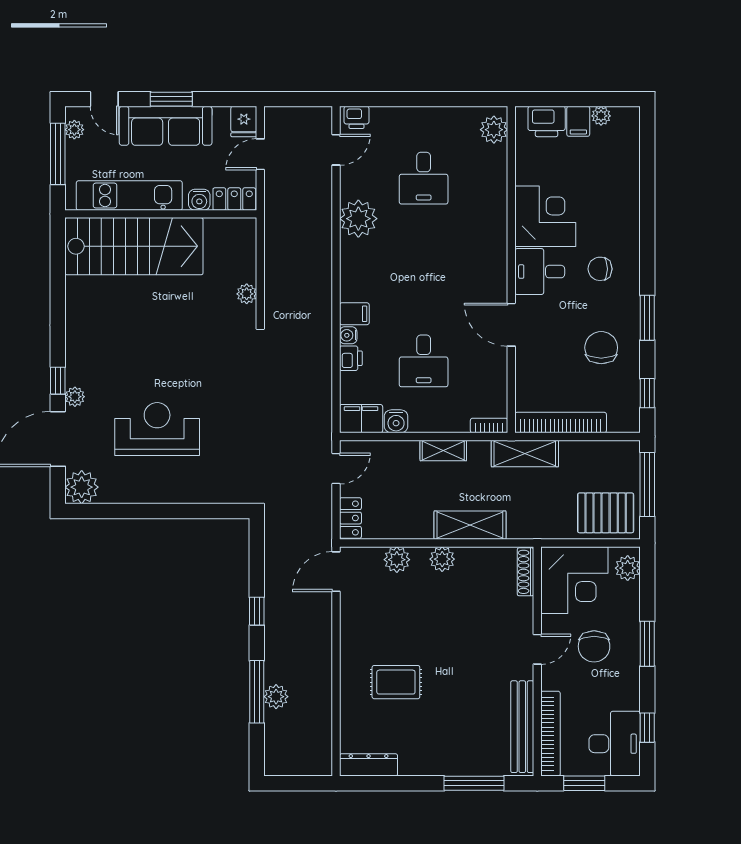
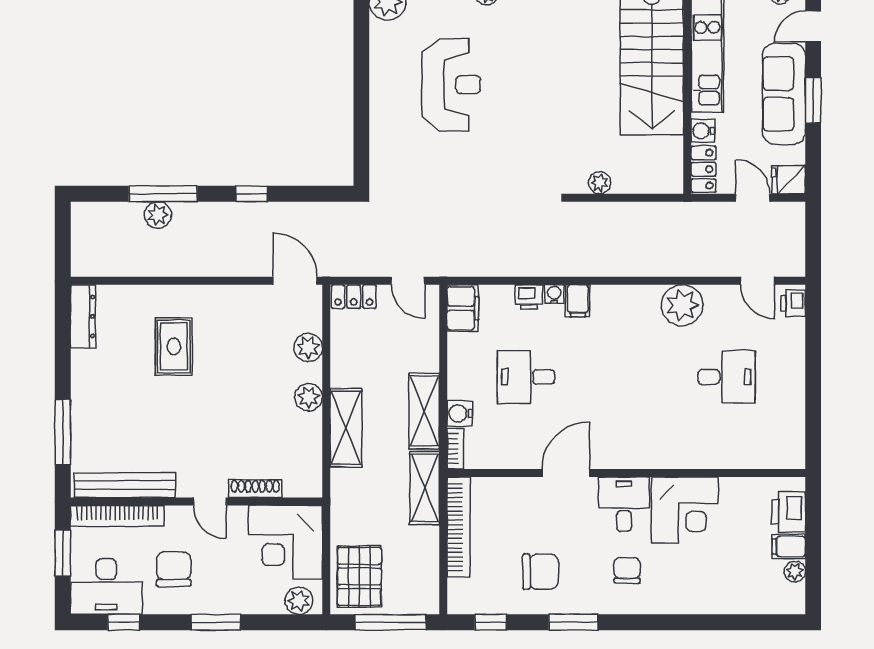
plant: (494, 130) -> (780, 454), removed
desk: (424, 178) -> (726, 377), turned 180
water cooler: (396, 421) -> (460, 413), moved
shelving: (443, 450) -> (424, 411), width x1.50, depth x1.33
shoe rack: (525, 572) -> (255, 489), moved
chair: (594, 646) -> (174, 569), moved, turned 90

